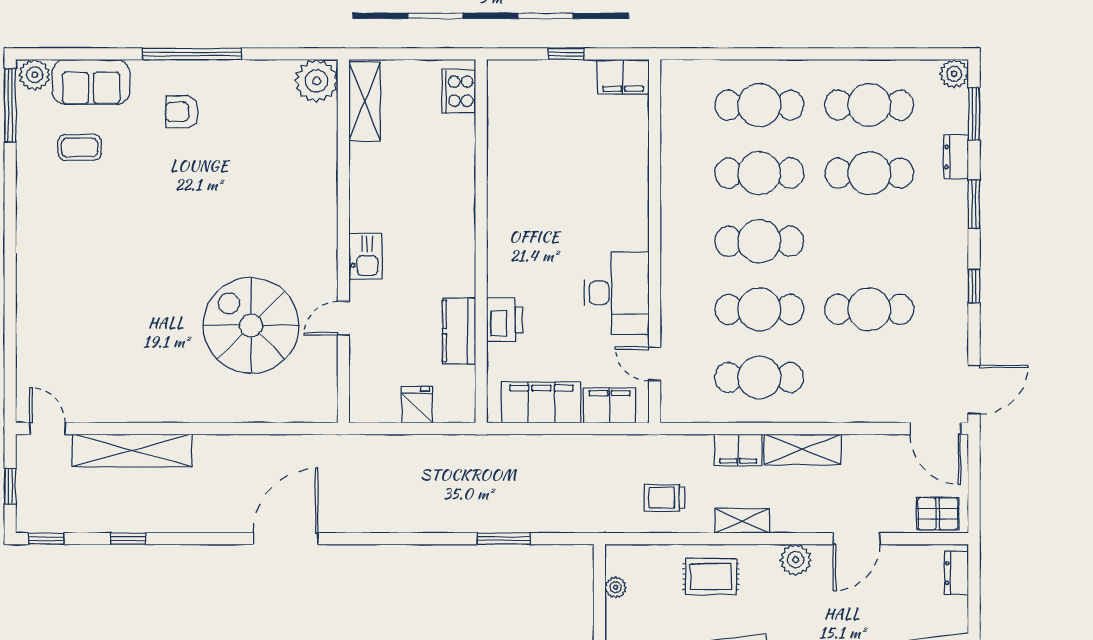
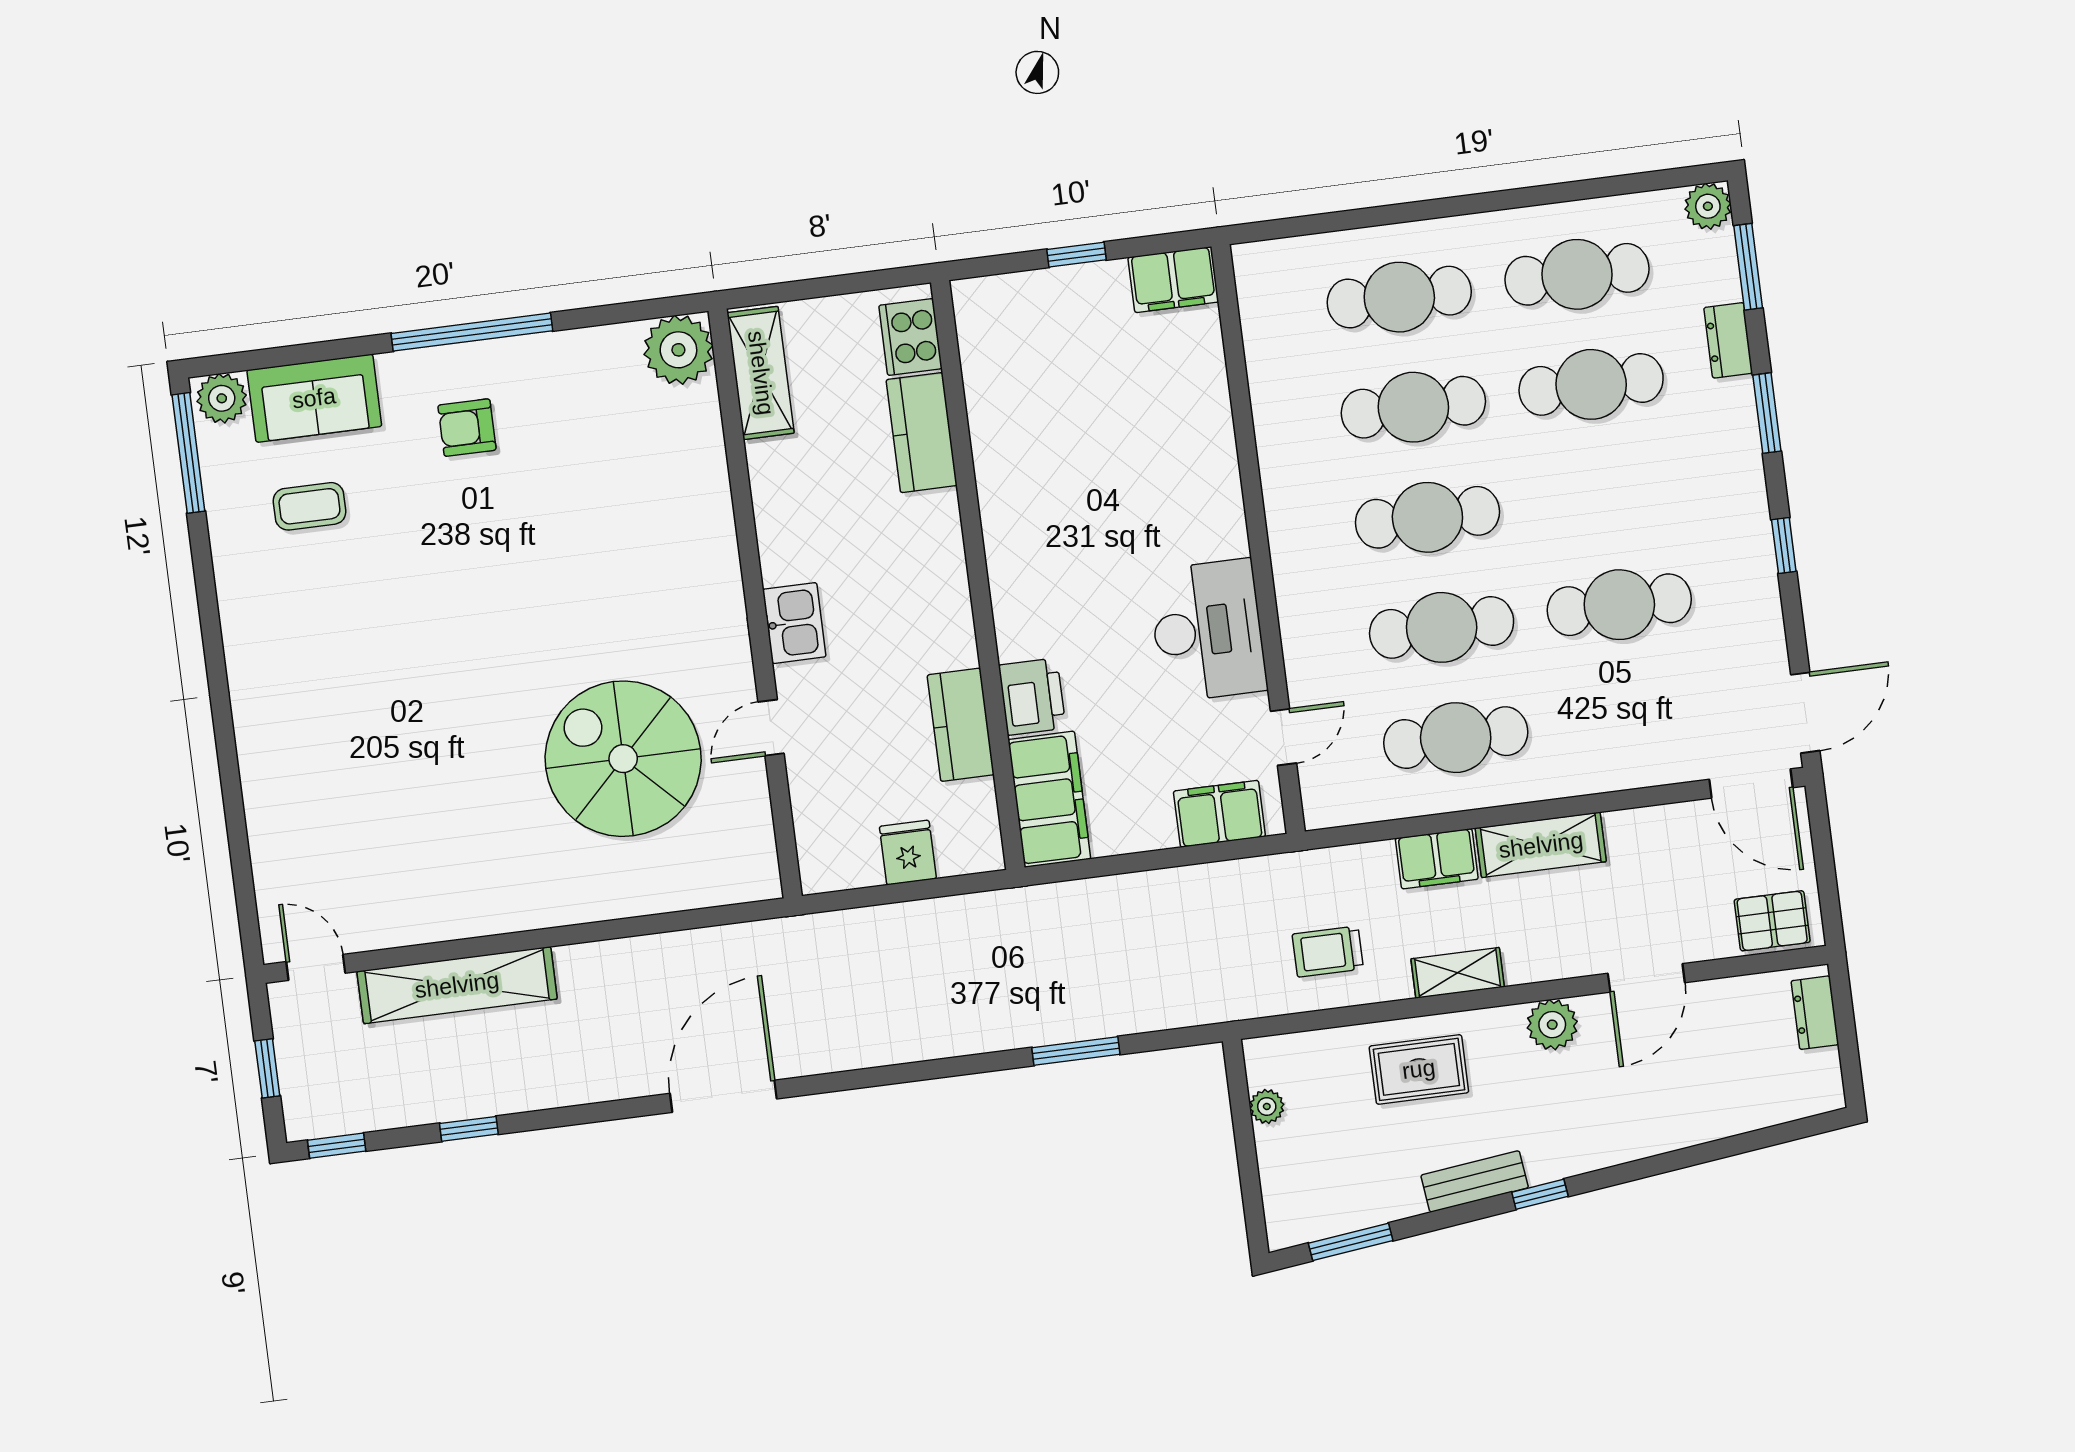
kitchen counter: (458, 150) -> (922, 433), added
door: (655, 364) -> (1284, 737), swing flipped
filing cabinet: (541, 402) -> (1049, 799), moved, turned 90

